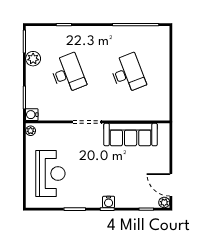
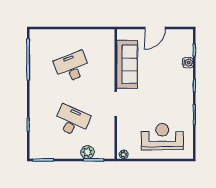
plant: (33, 59) -> (87, 152), moved
desk: (68, 73) -> (72, 121), turned 45
water cooler: (32, 115) -> (109, 153), removed
door: (171, 185) -> (155, 28), moved
water cooler: (109, 202) -> (188, 63), moved
plant: (164, 202) -> (188, 34), removed

